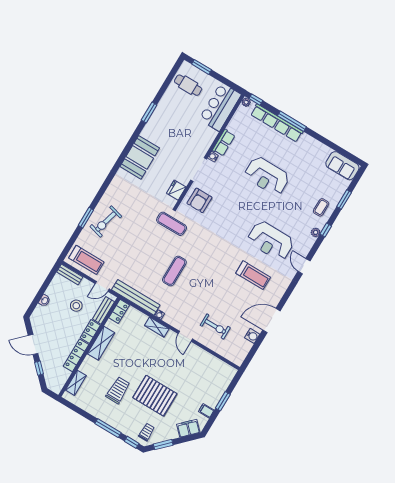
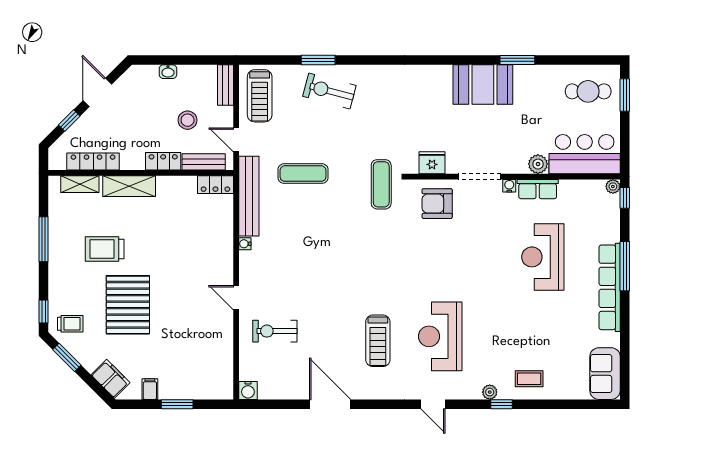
cafe table: (188, 85) -> (588, 91), turned 90
row of seats: (277, 123) -> (610, 287), moved
plant: (211, 135) -> (538, 164), added
booth: (140, 157) -> (483, 85), moved
reception desk: (267, 176) -> (543, 257), moved
window: (344, 200) -> (559, 404), removed
door: (304, 266) -> (433, 404), swing flipped
exercise mat: (174, 271) -> (303, 174), moved
exercise bike: (215, 326) -> (275, 331), turned 90
shelving: (157, 327) -> (225, 250), removed
door: (185, 336) -> (236, 298), hinge flipped
water cooler: (252, 336) -> (248, 390), moved
shelving: (101, 343) -> (129, 186), moved
locker: (76, 355) -> (93, 161), moved
trolley: (118, 390) -> (105, 249), turned 180
window: (108, 428) -> (44, 239), moved

